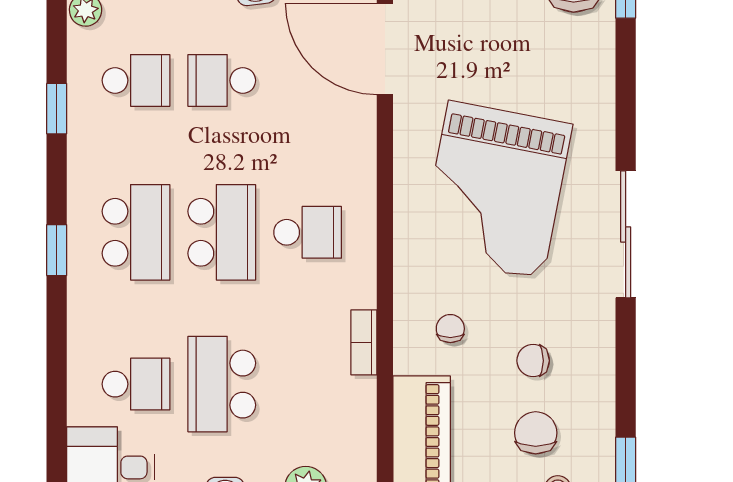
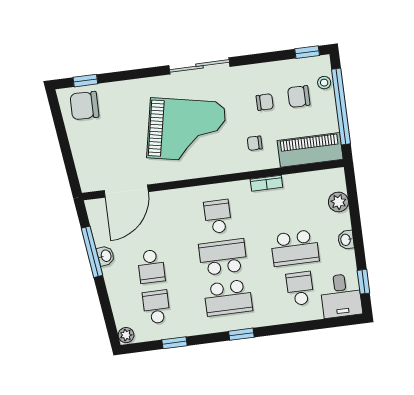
school desk: (136, 232) -> (228, 298), turned 180
chair: (533, 361) -> (265, 102), turned -90

